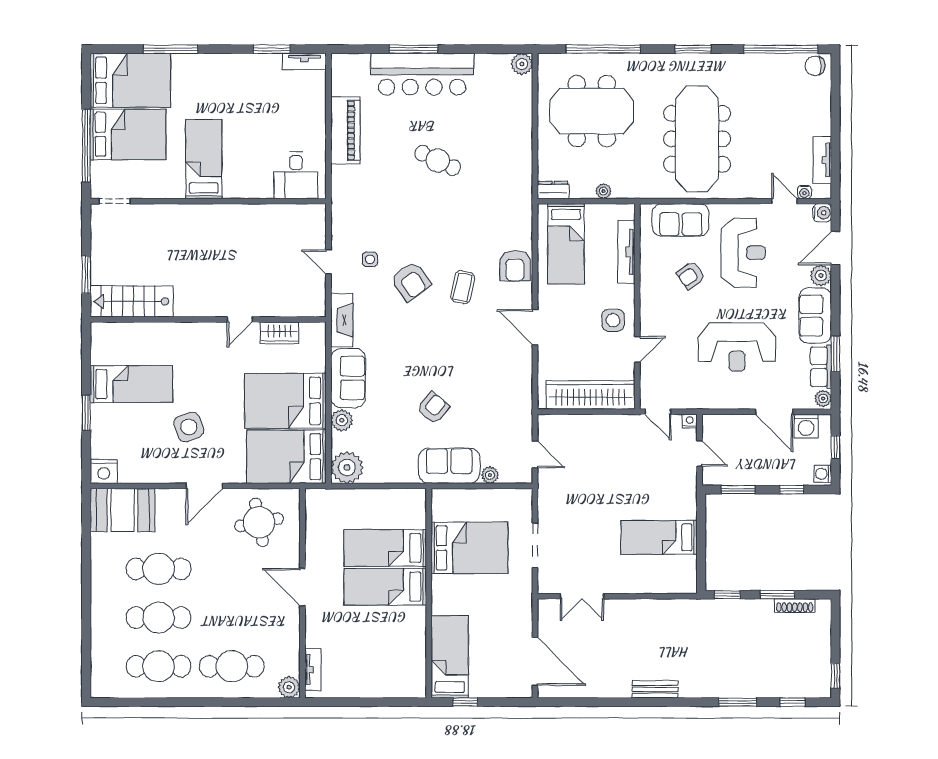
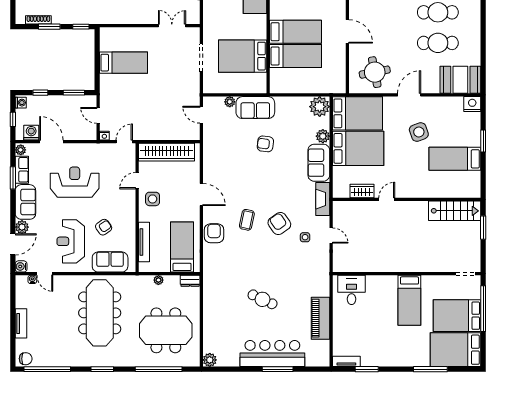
tv unit: (822, 160) -> (21, 323), moved
armchair: (433, 408) -> (265, 144), turned 58
door: (658, 412) -> (124, 142), hinge flipped

